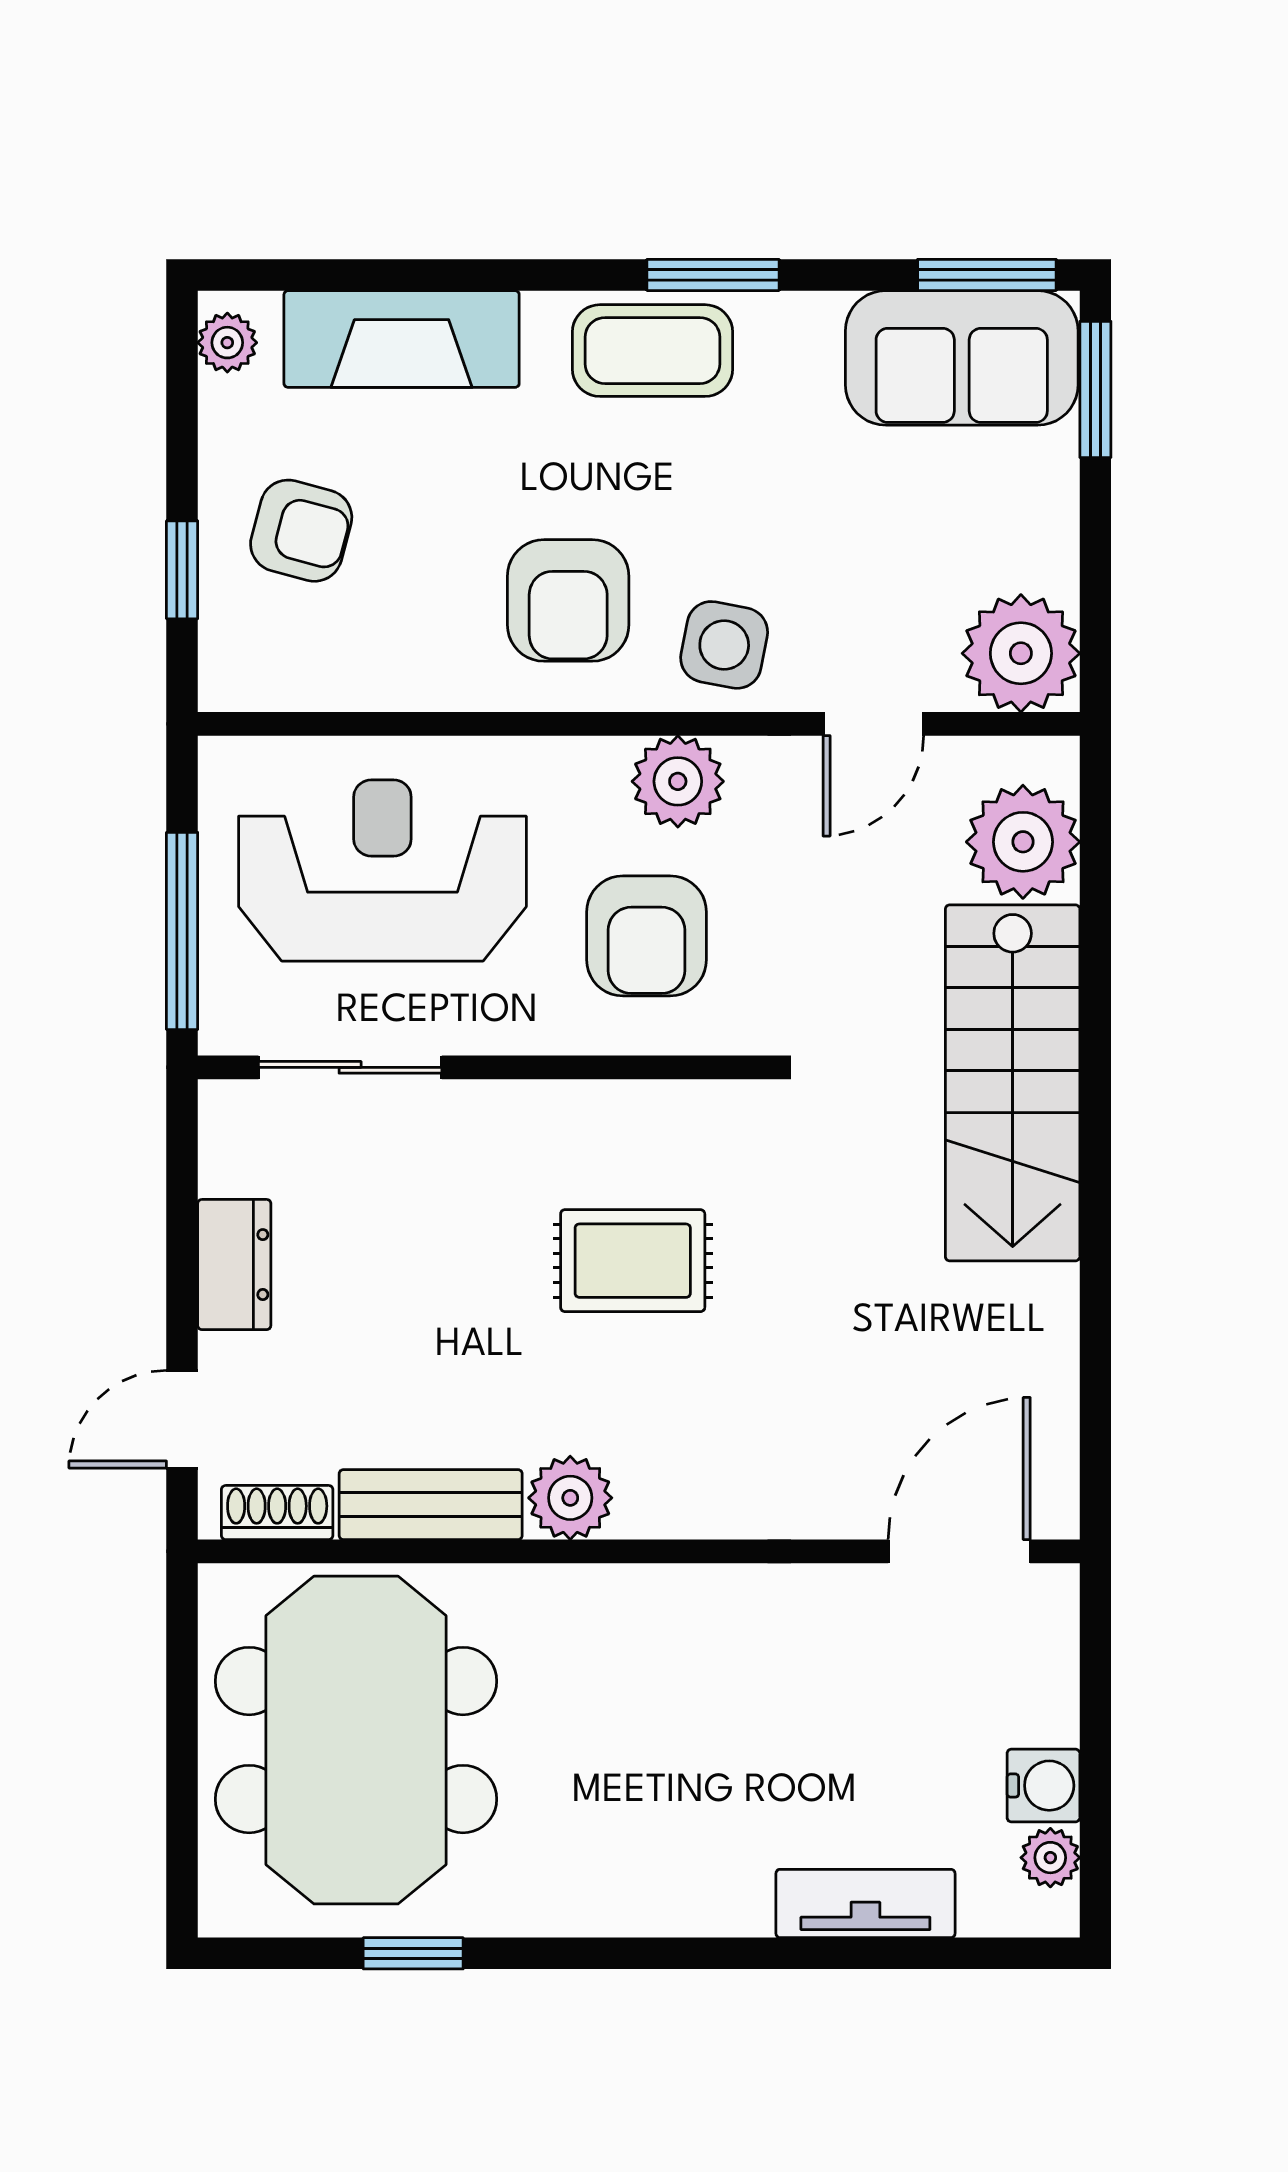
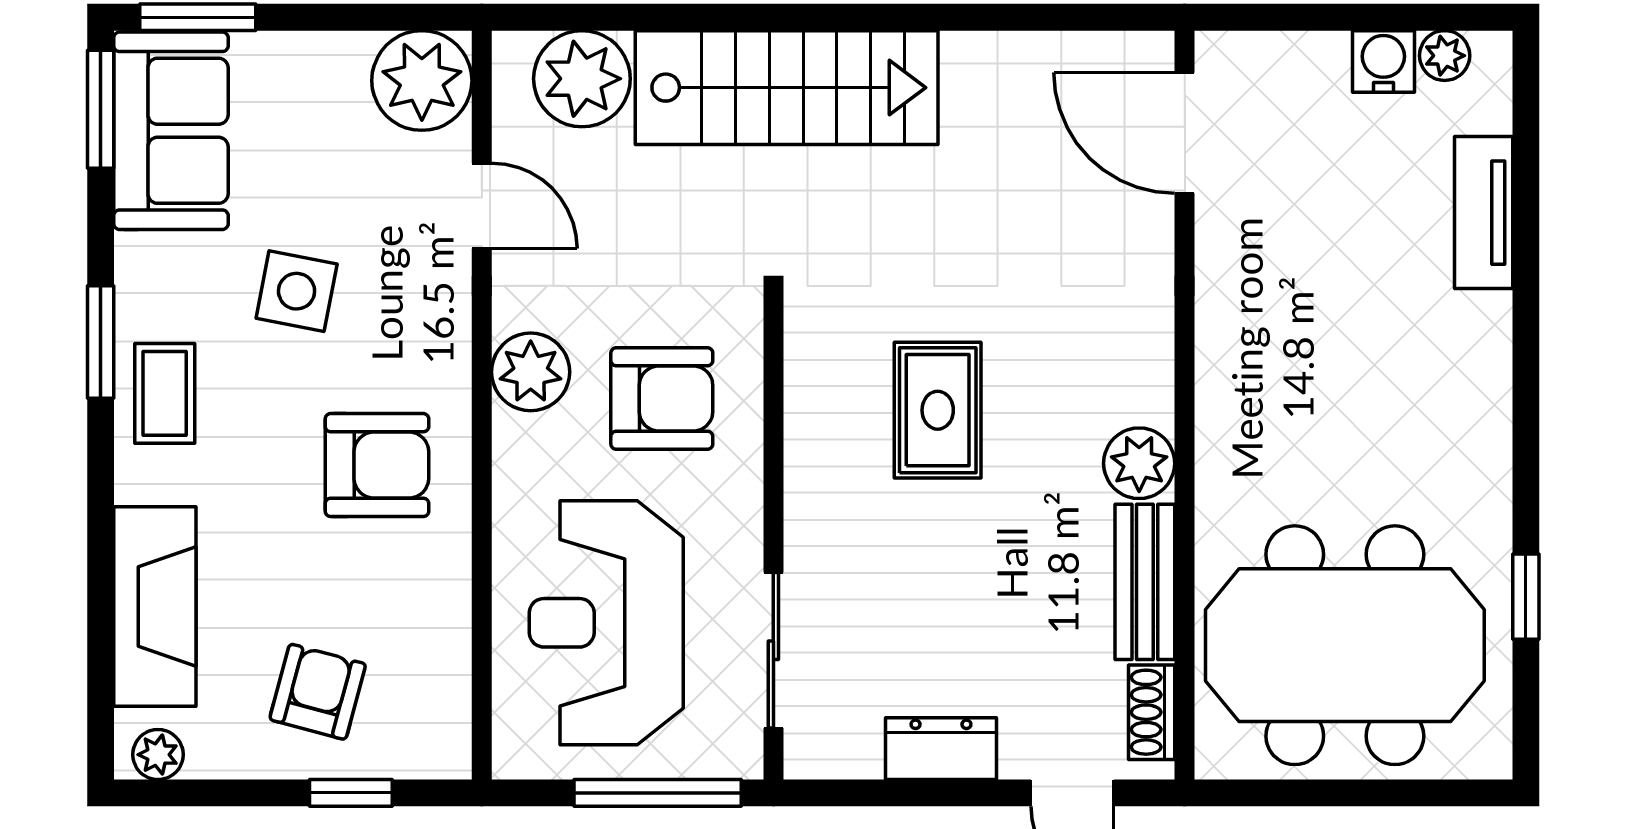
coffee table: (652, 351) -> (165, 393), width x0.73, depth x0.77
side table: (724, 645) -> (297, 291), moved

